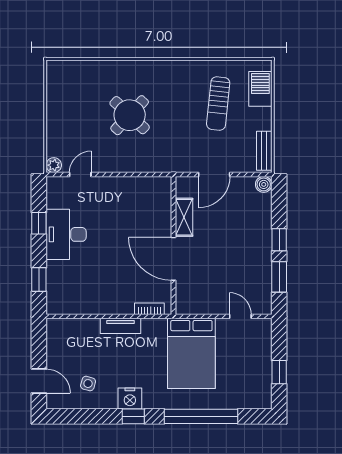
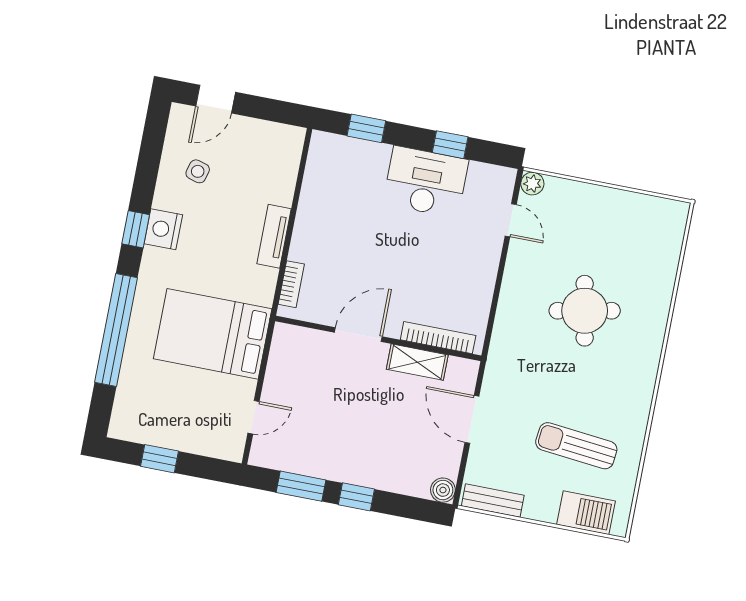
round table: (130, 115) -> (585, 311), turned 36
bookcase: (166, 207) -> (438, 338), added
door: (174, 259) -> (358, 335), width x0.73

